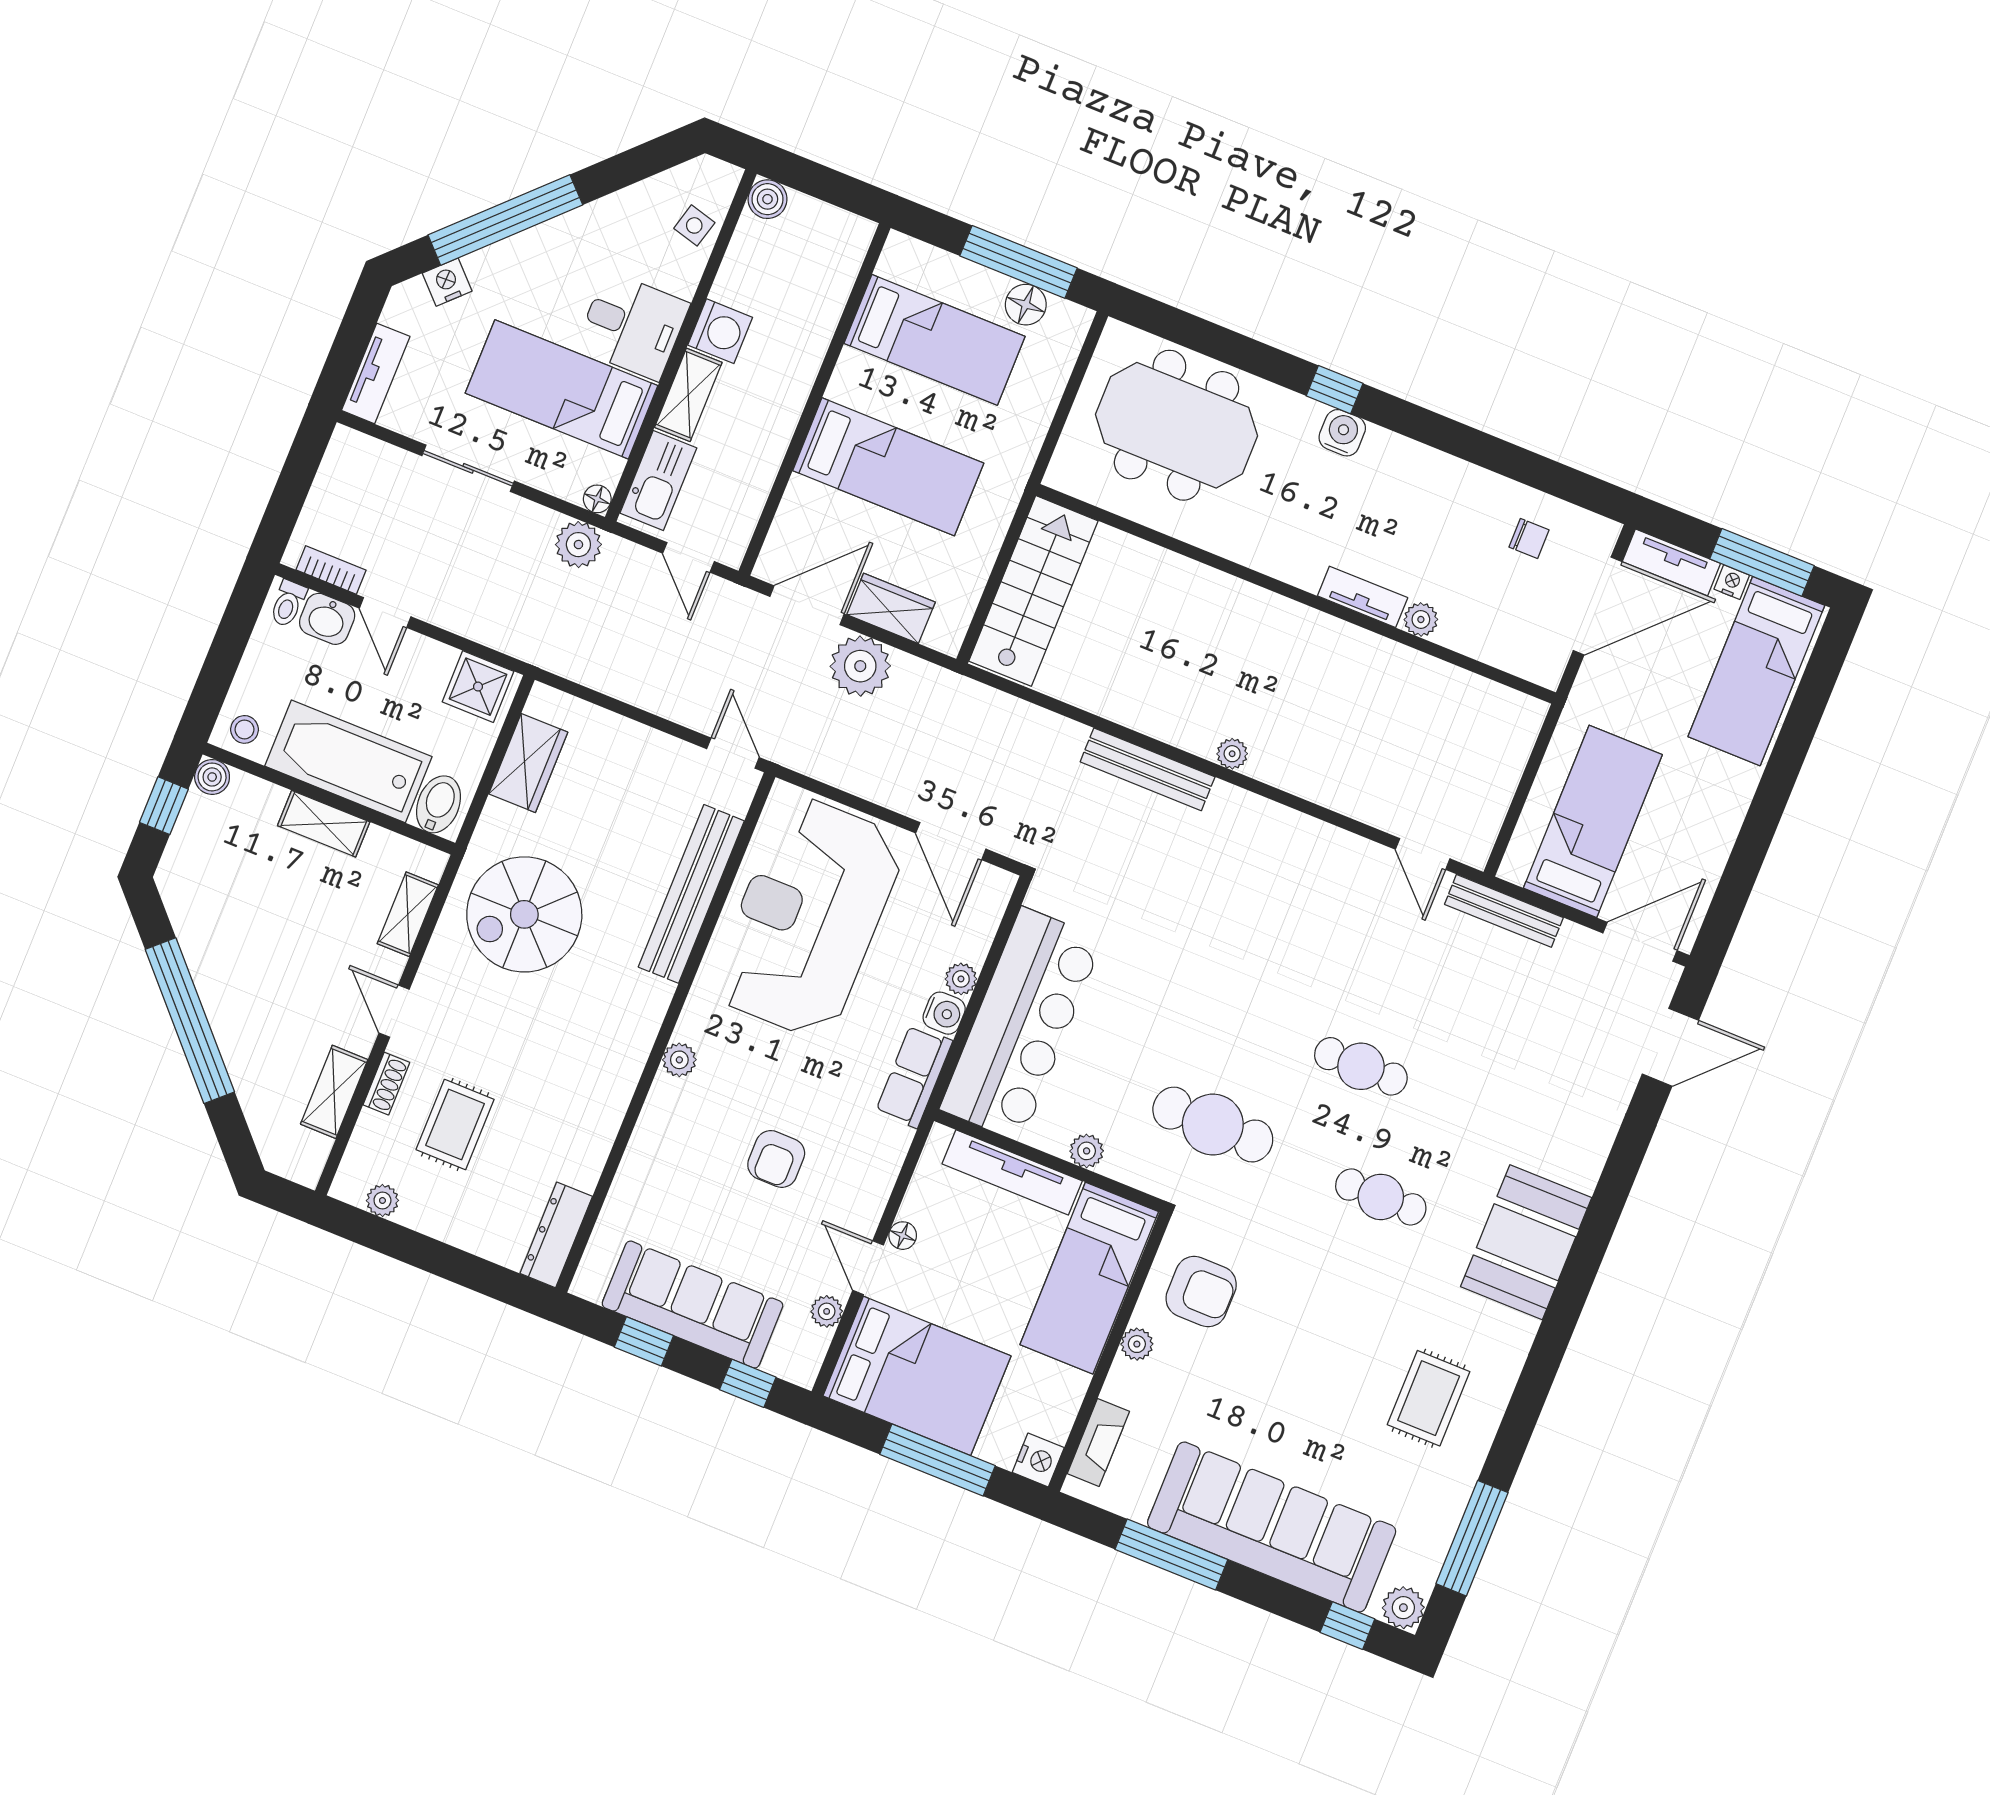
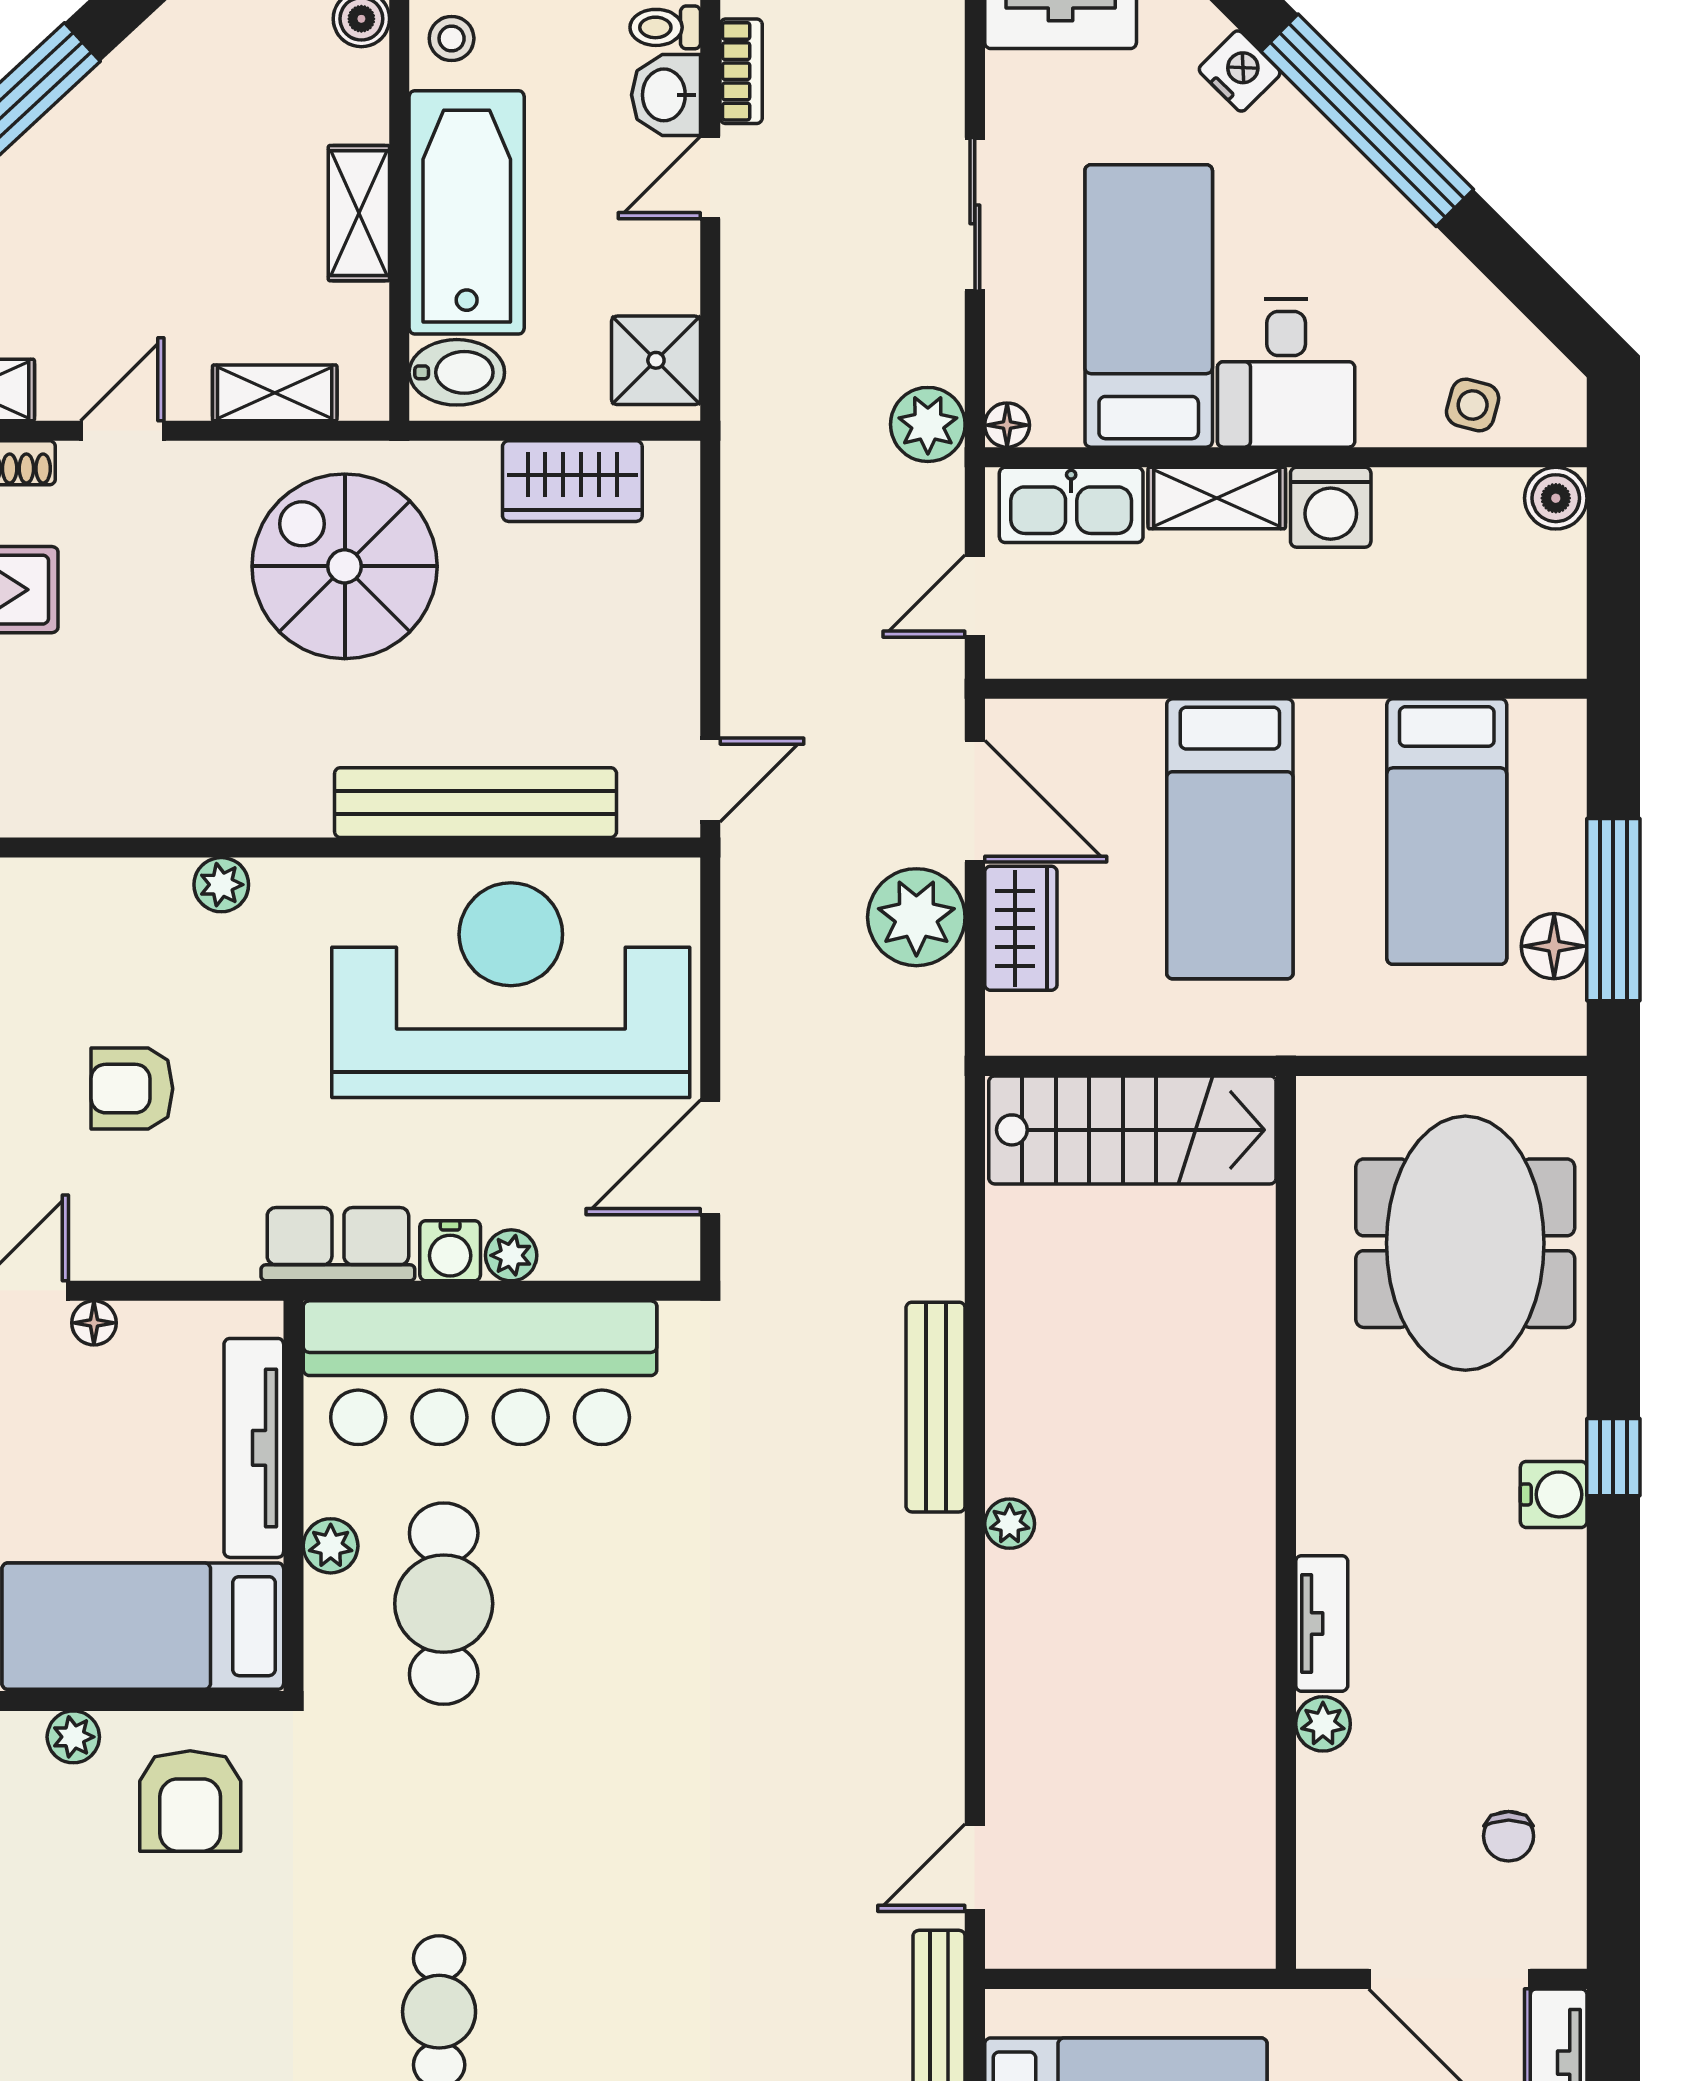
cafe table: (1361, 1066) -> (622, 1903), removed
cafe table: (1213, 1125) -> (444, 1604), moved

